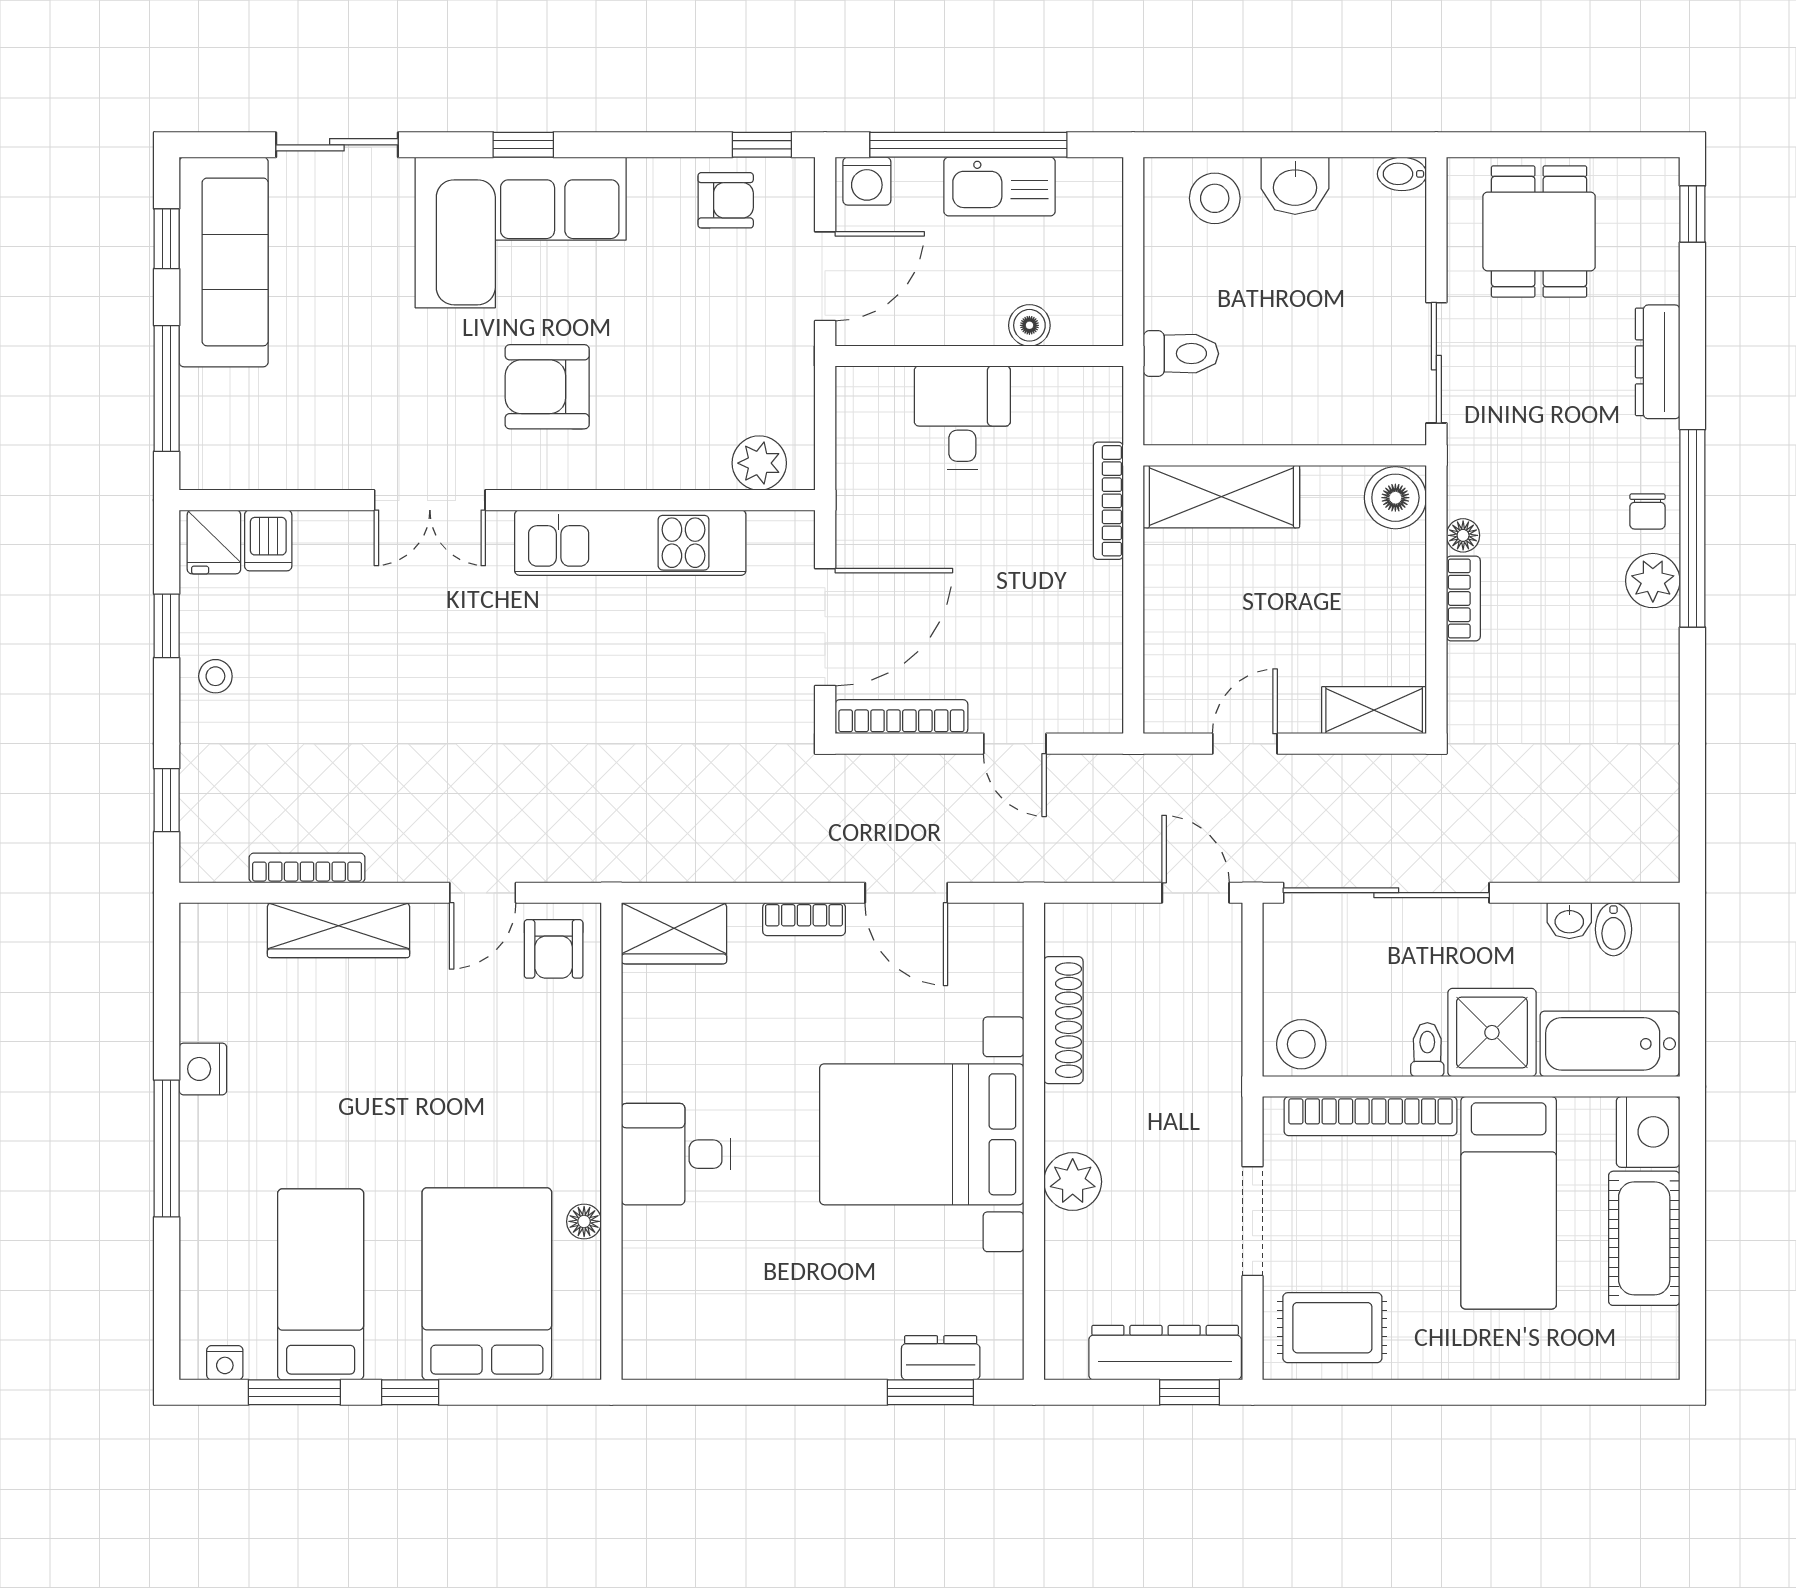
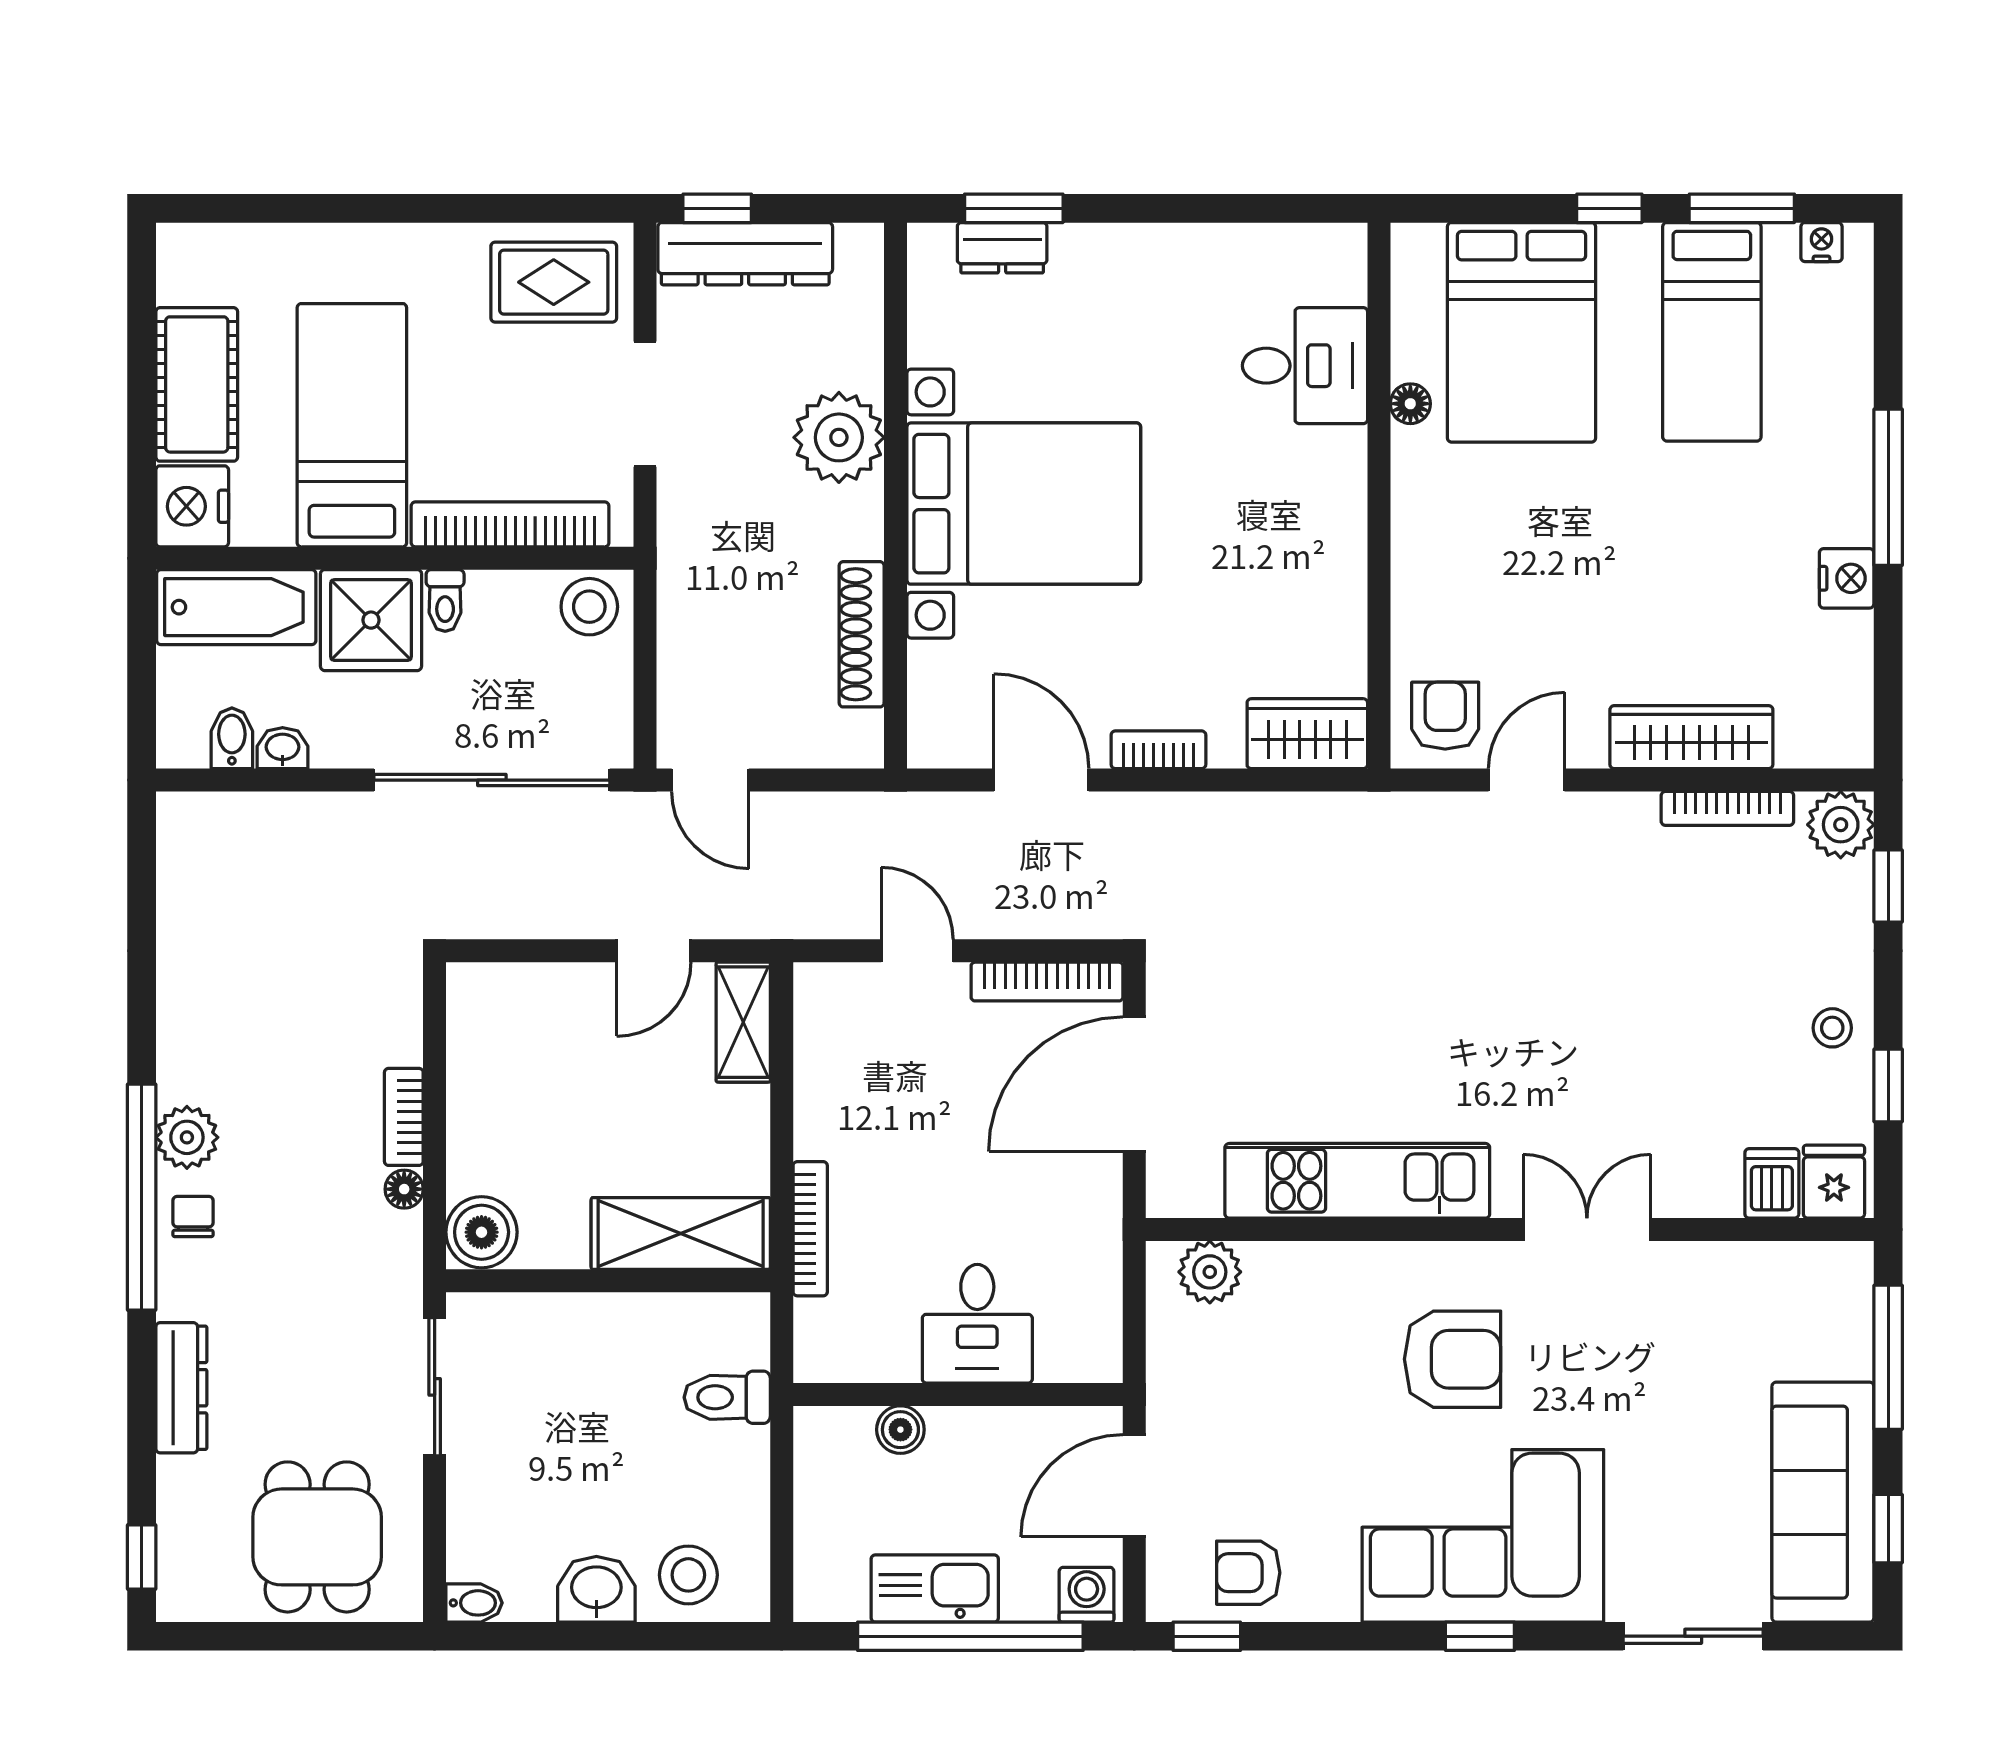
shelving: (1374, 710) -> (743, 1022), moved, turned 90
plant: (208, 854) -> (1841, 825), added
desk: (676, 1154) -> (1305, 366), moved
plant: (1073, 1182) -> (839, 437), width x1.36, depth x1.36

